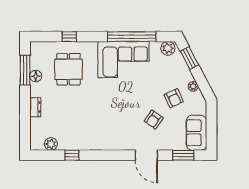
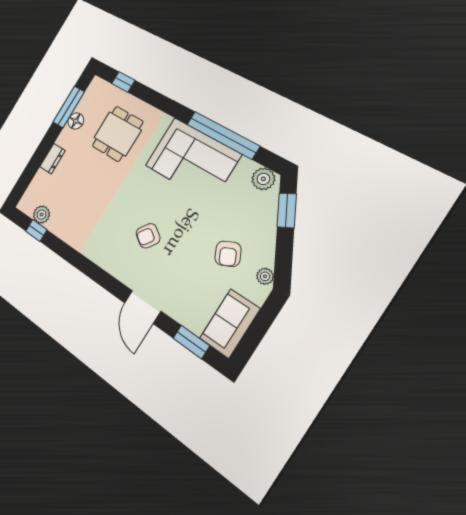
window: (69, 37) -> (123, 82), moved
plant: (193, 86) -> (265, 276), moved
armchair: (154, 120) -> (148, 236), moved
window: (72, 155) -> (36, 230), moved

